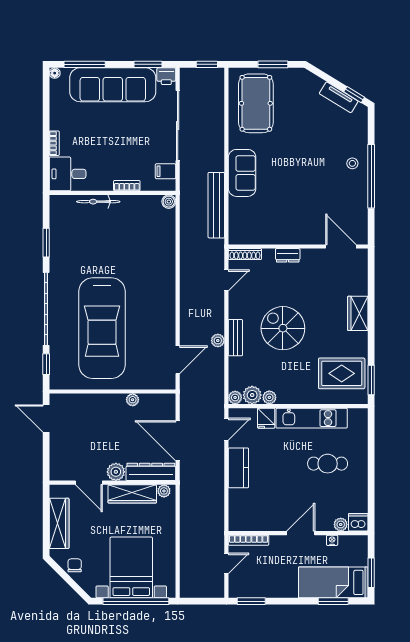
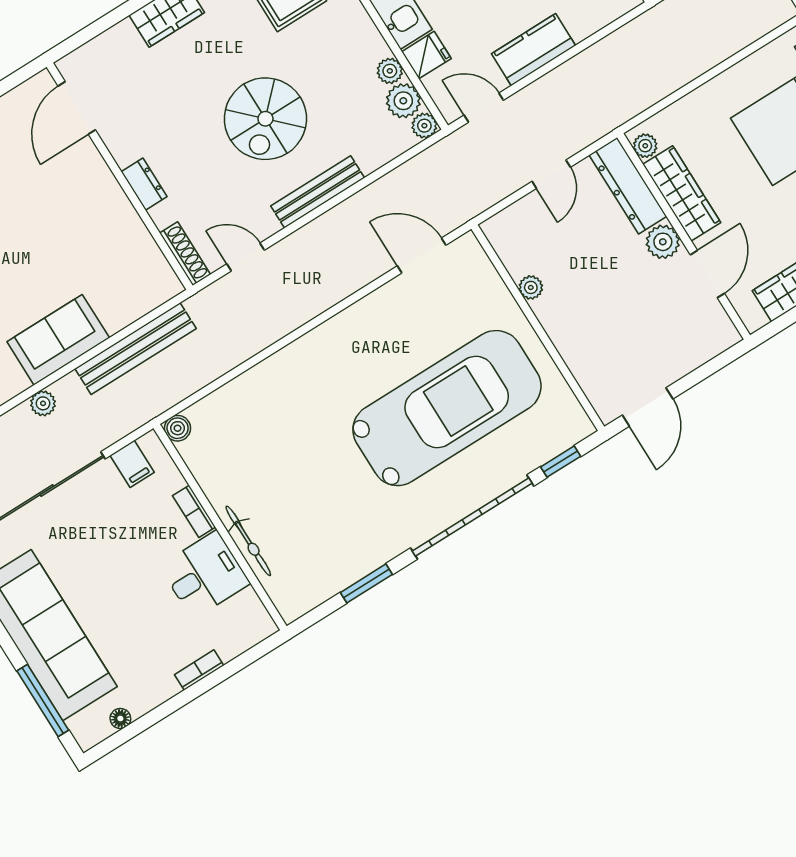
floor lamp: (55, 73) -> (120, 718), moved
desk: (68, 174) -> (205, 575), moved, turned -90
bench: (235, 338) -> (318, 192), width x1.36
plant: (218, 341) -> (43, 403), moved
door: (178, 441) -> (551, 174), width x0.53

